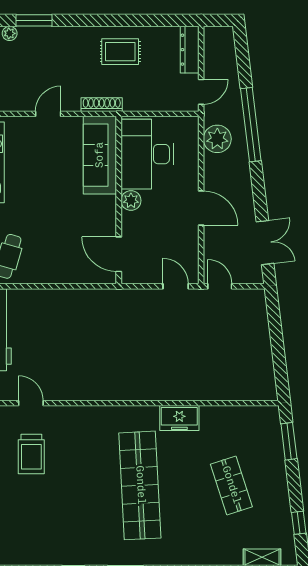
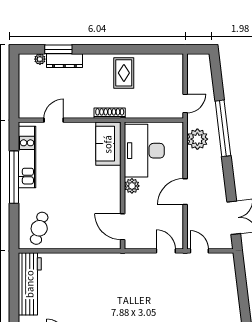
dresser: (190, 50) -> (64, 61), moved, turned -90
rug: (120, 52) -> (124, 73), turned 90
door: (48, 114) -> (54, 120), moved
sofa: (100, 155) -> (108, 144), width x0.73
door: (201, 208) -> (185, 192), swing flipped

